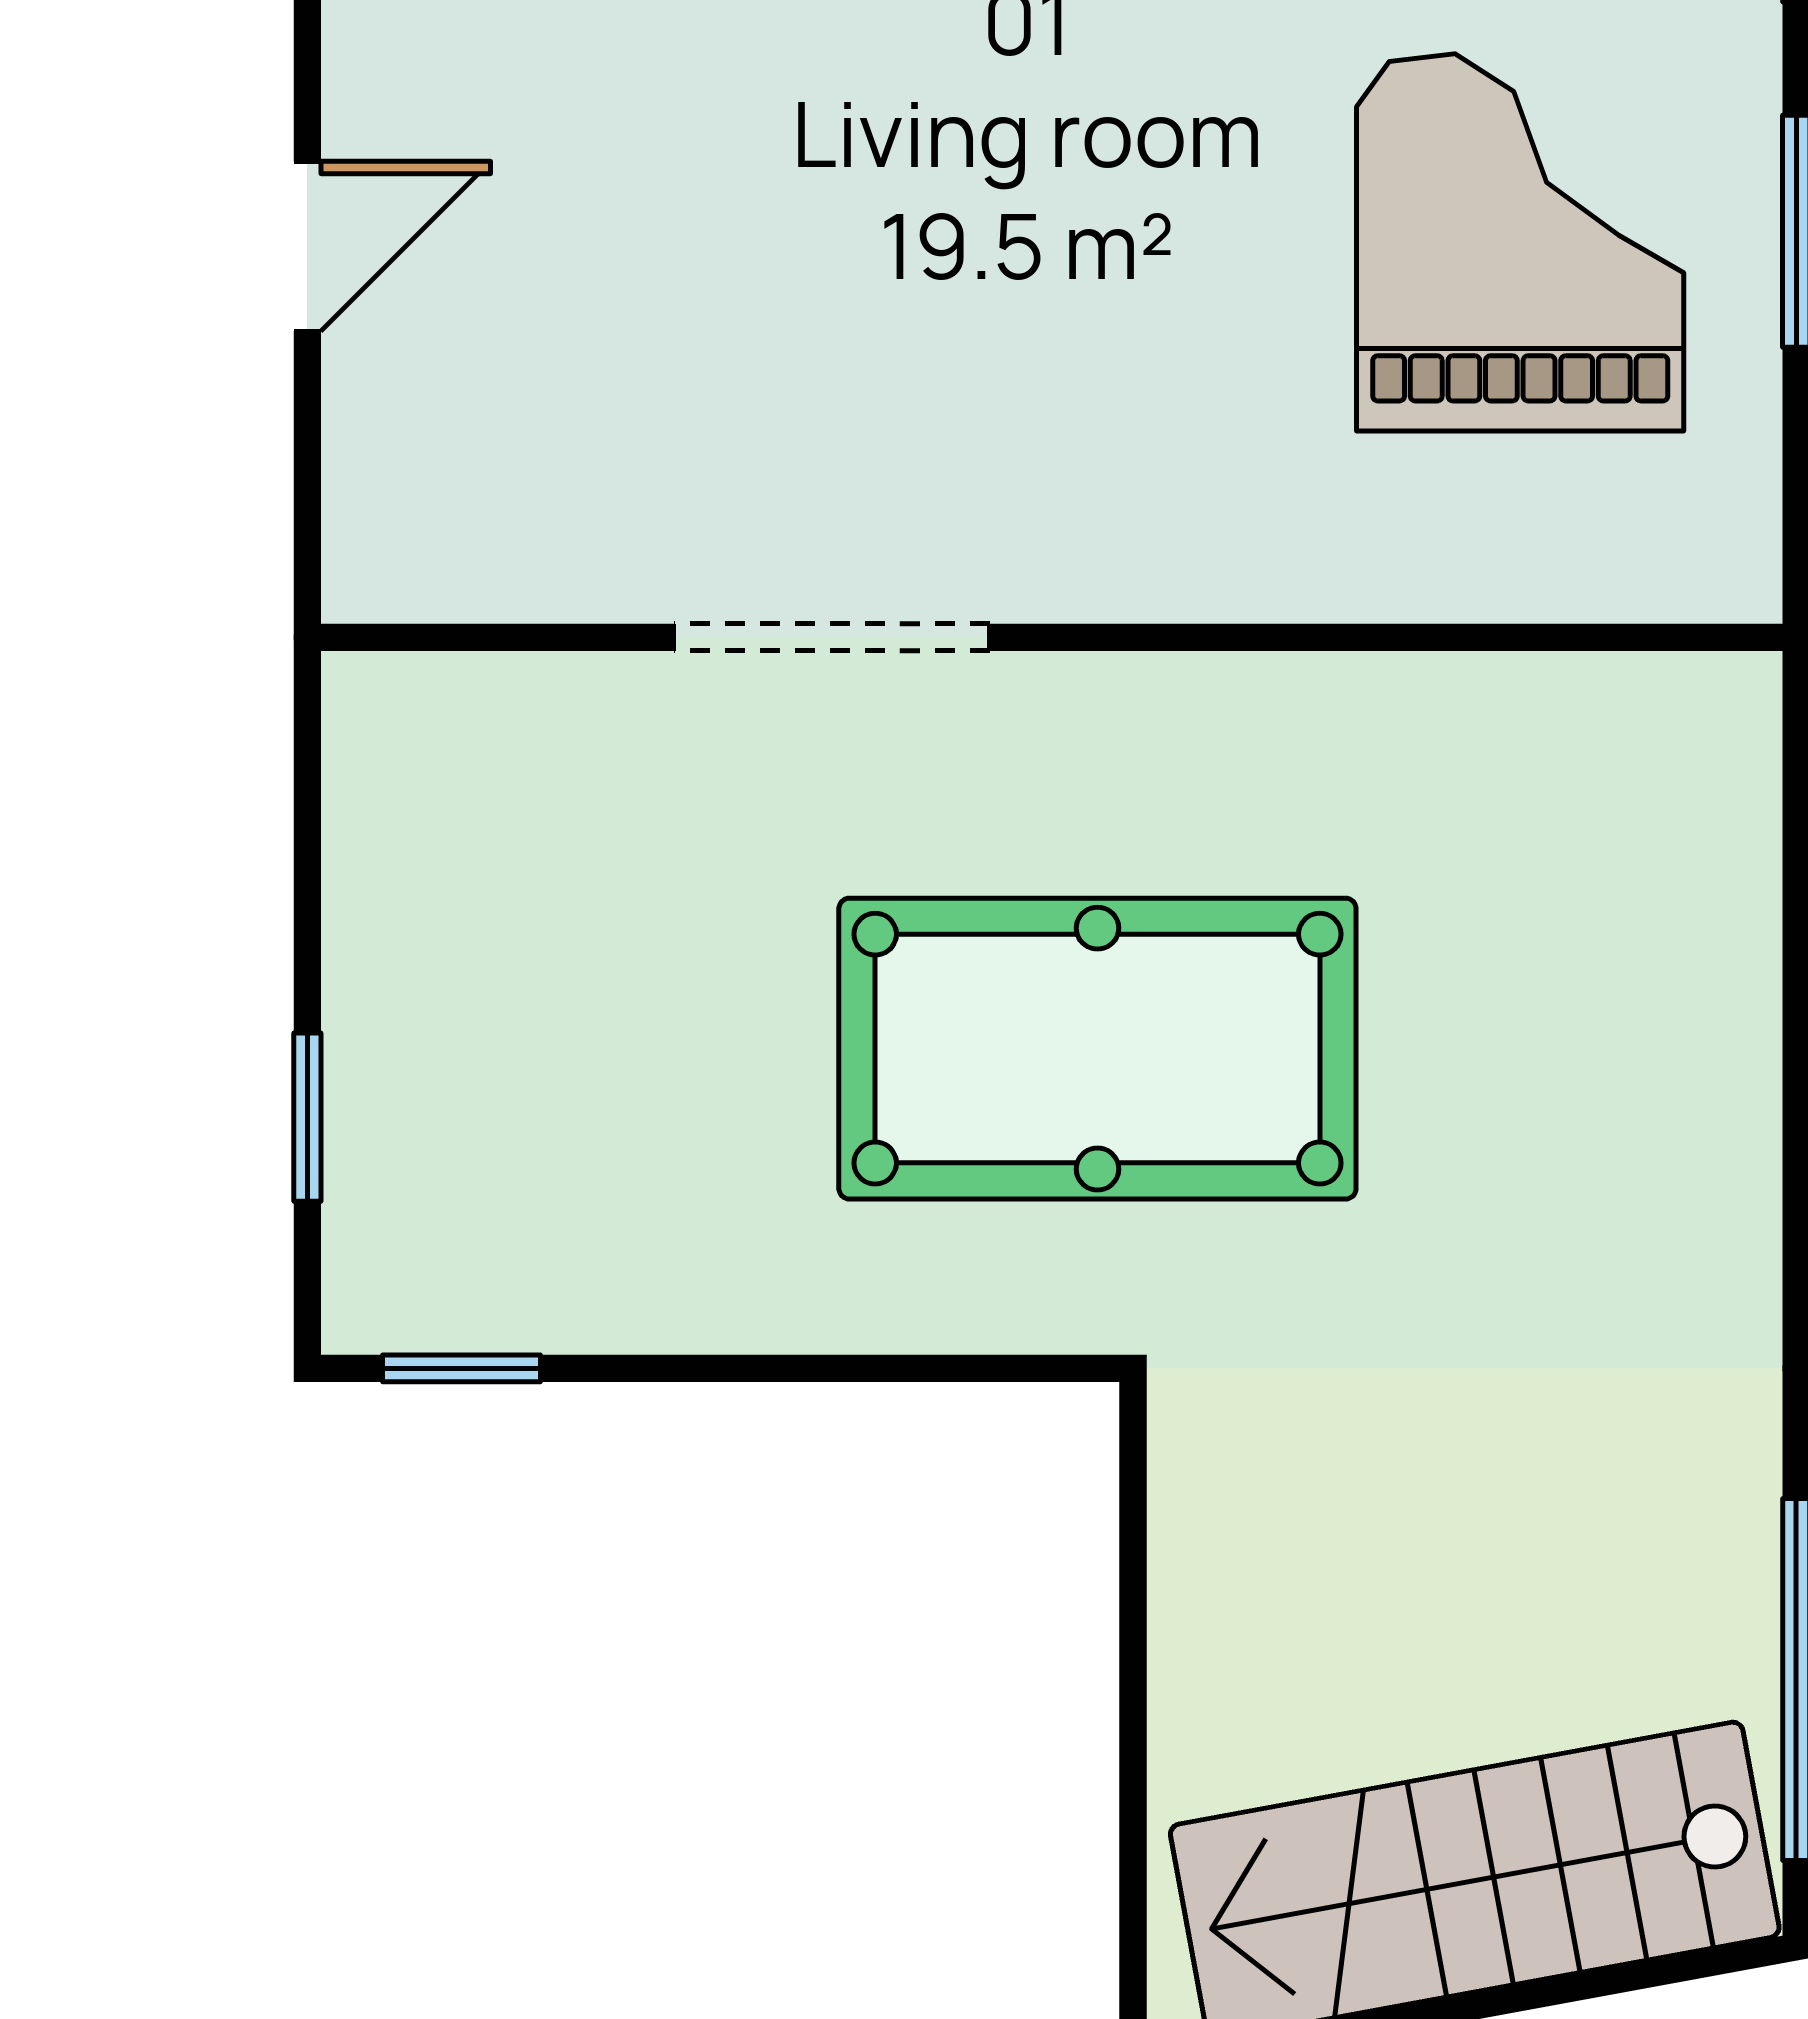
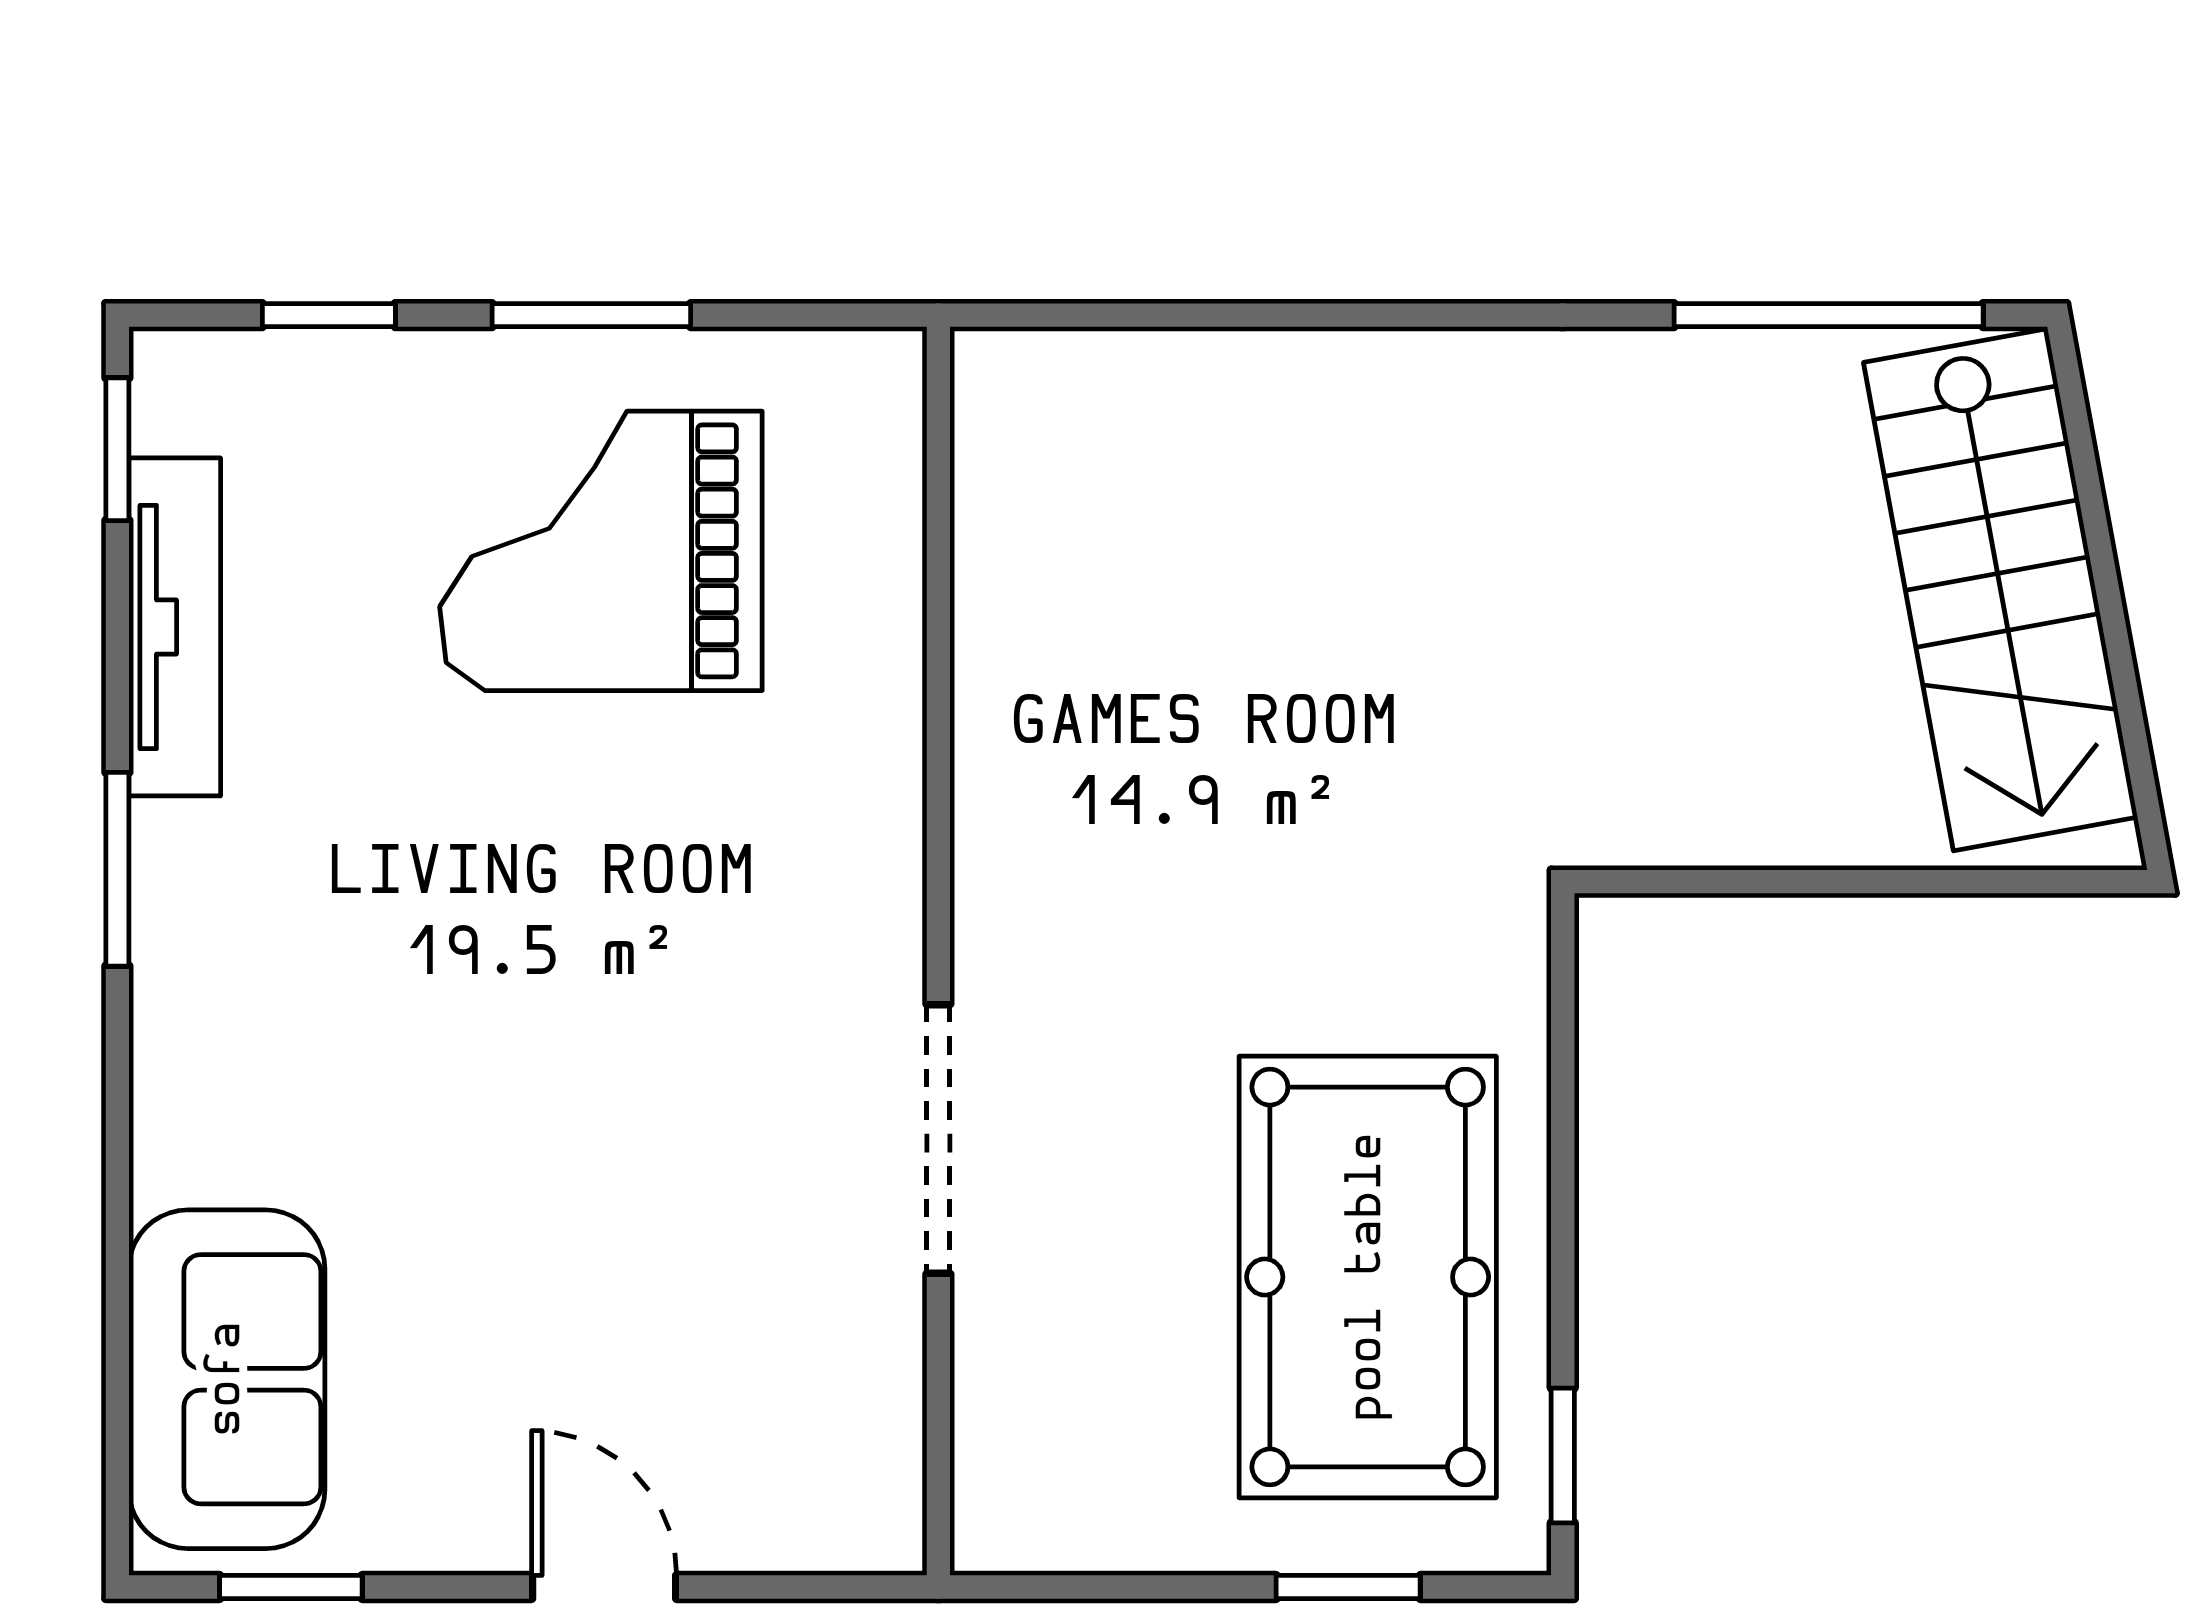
pool table: (1097, 1049) -> (1368, 1277), moved

